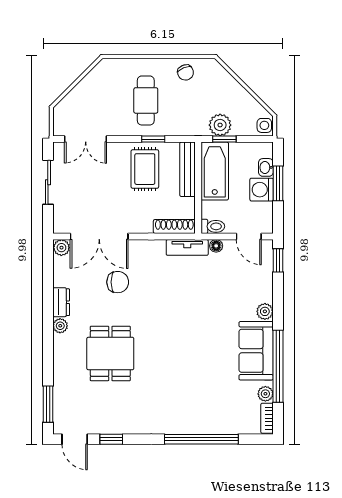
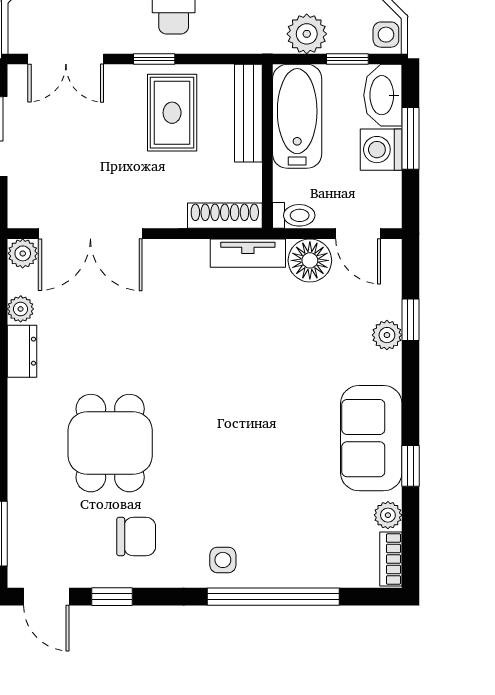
window: (153, 139) -> (154, 59), moved
window: (224, 139) -> (347, 59), moved
washbasin: (266, 167) -> (383, 95), width x1.91, depth x1.45
floor lamp: (216, 246) -> (310, 260), width x1.89, depth x1.89
window: (278, 260) -> (410, 320), moved
chair: (118, 282) -> (136, 537), moved
plant: (265, 311) -> (387, 335), moved
plant: (60, 326) -> (21, 309), moved
window: (278, 366) -> (410, 466), width x0.32
side table: (173, 419) -> (223, 560), added

